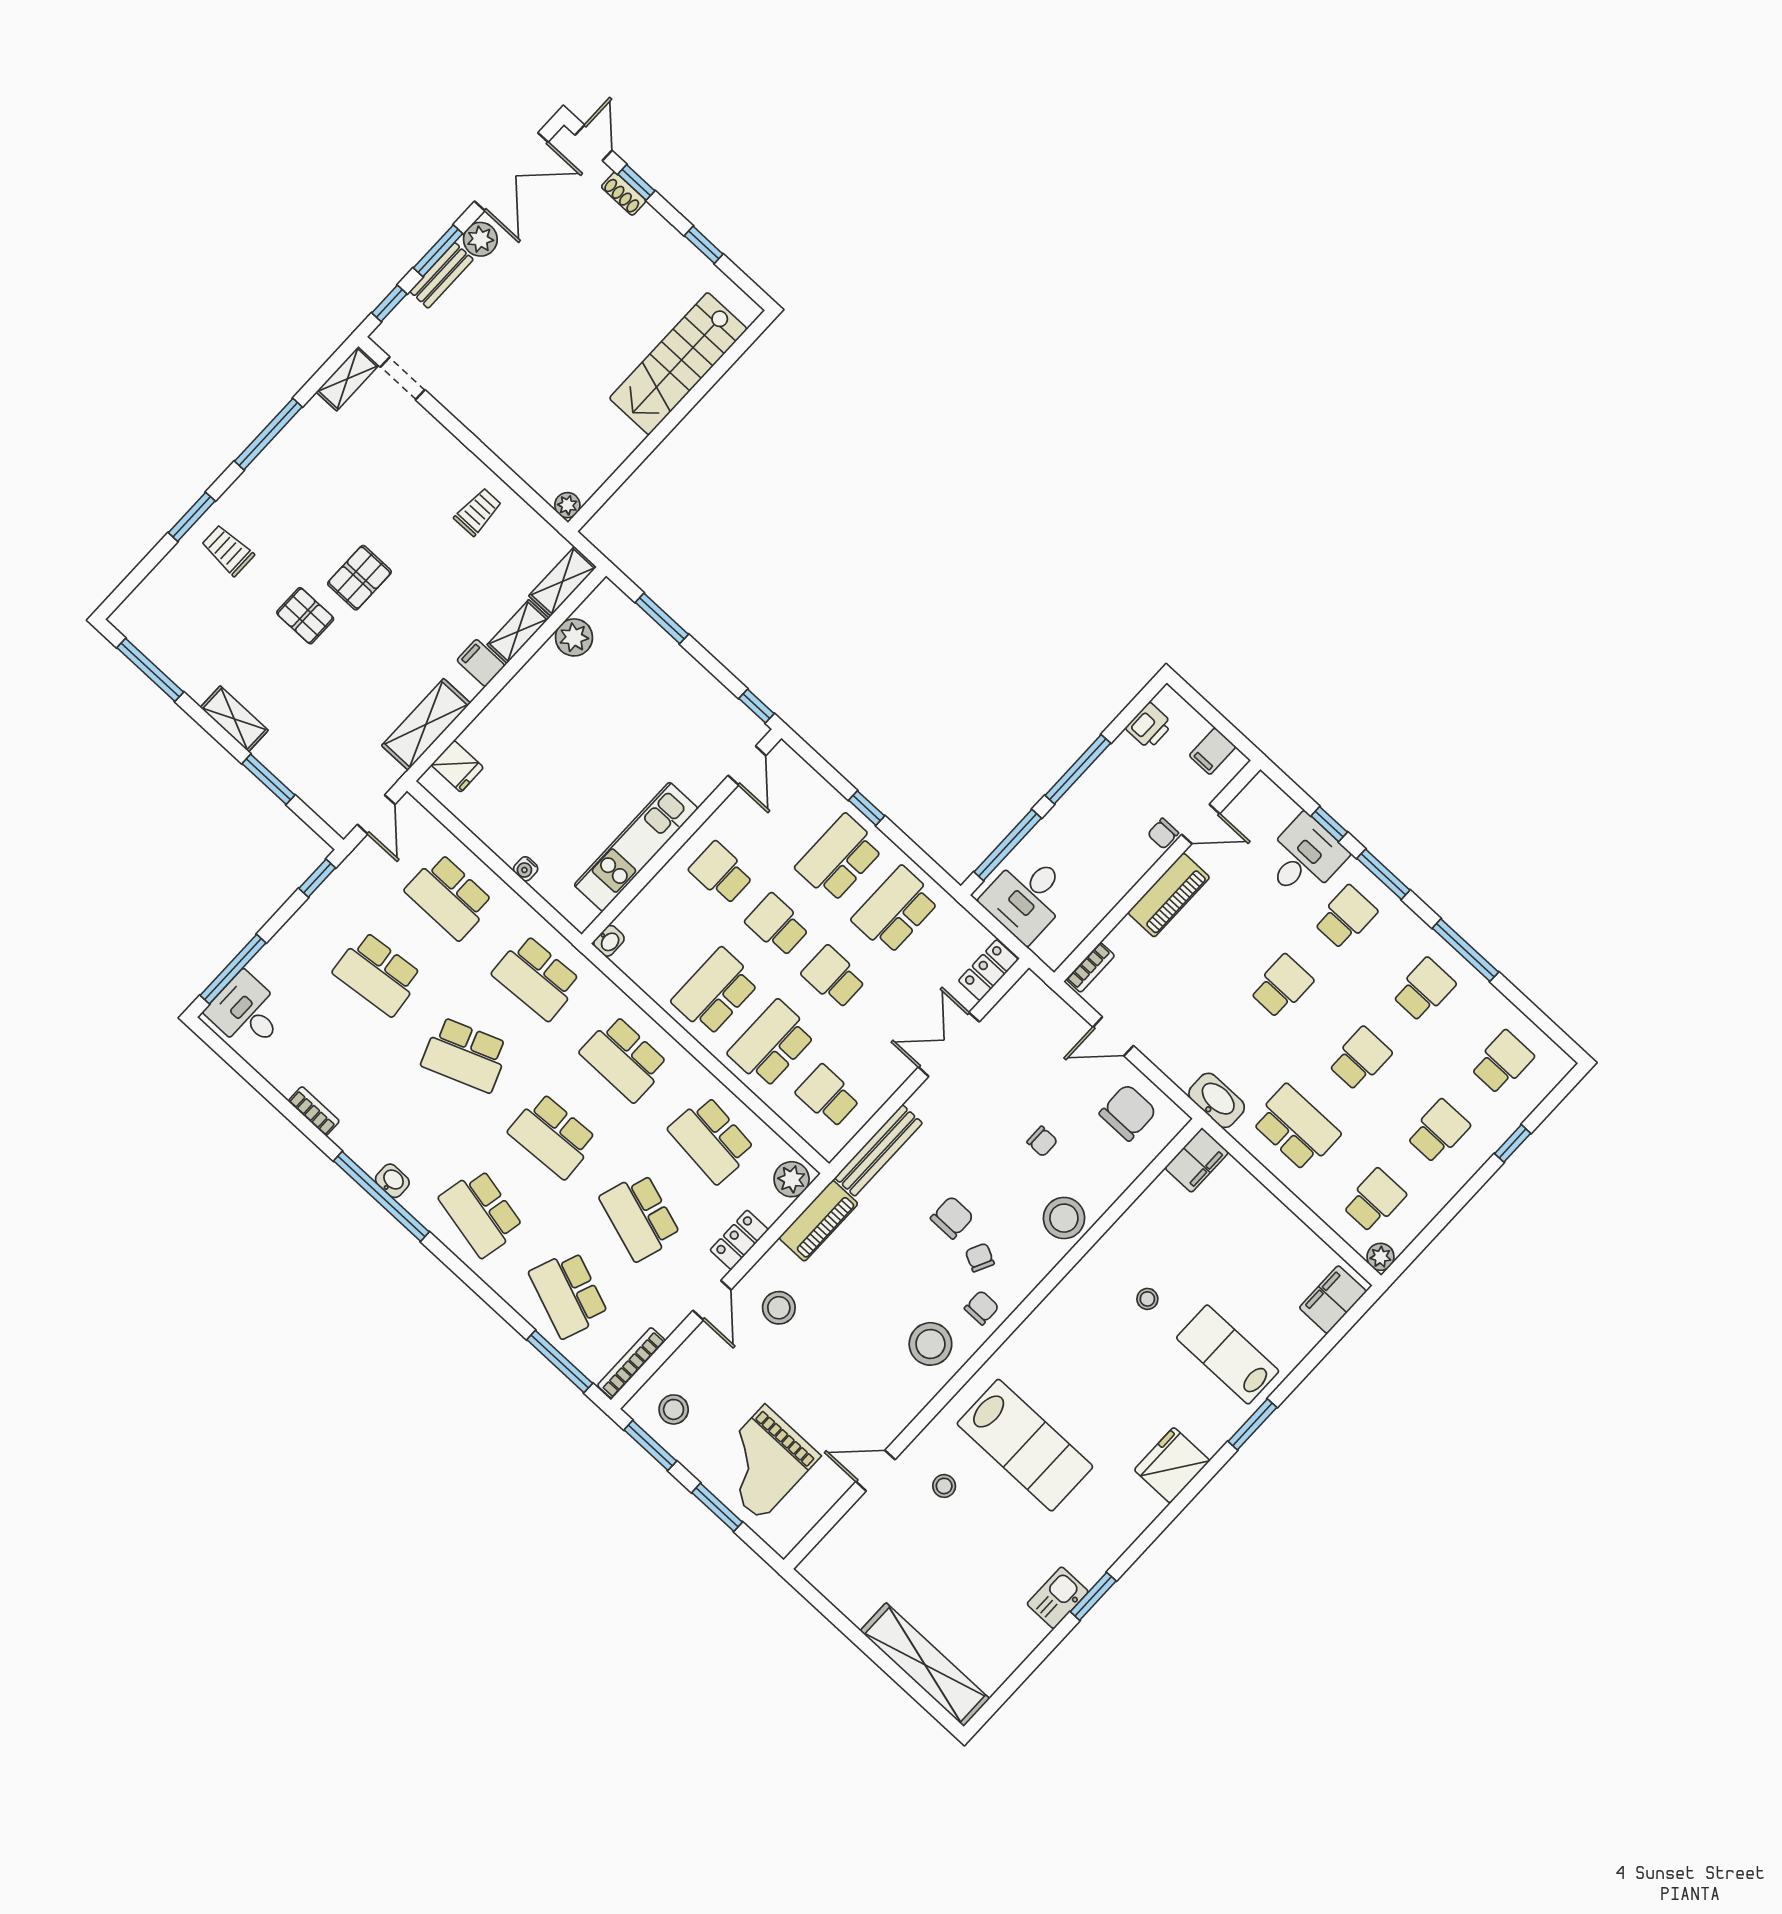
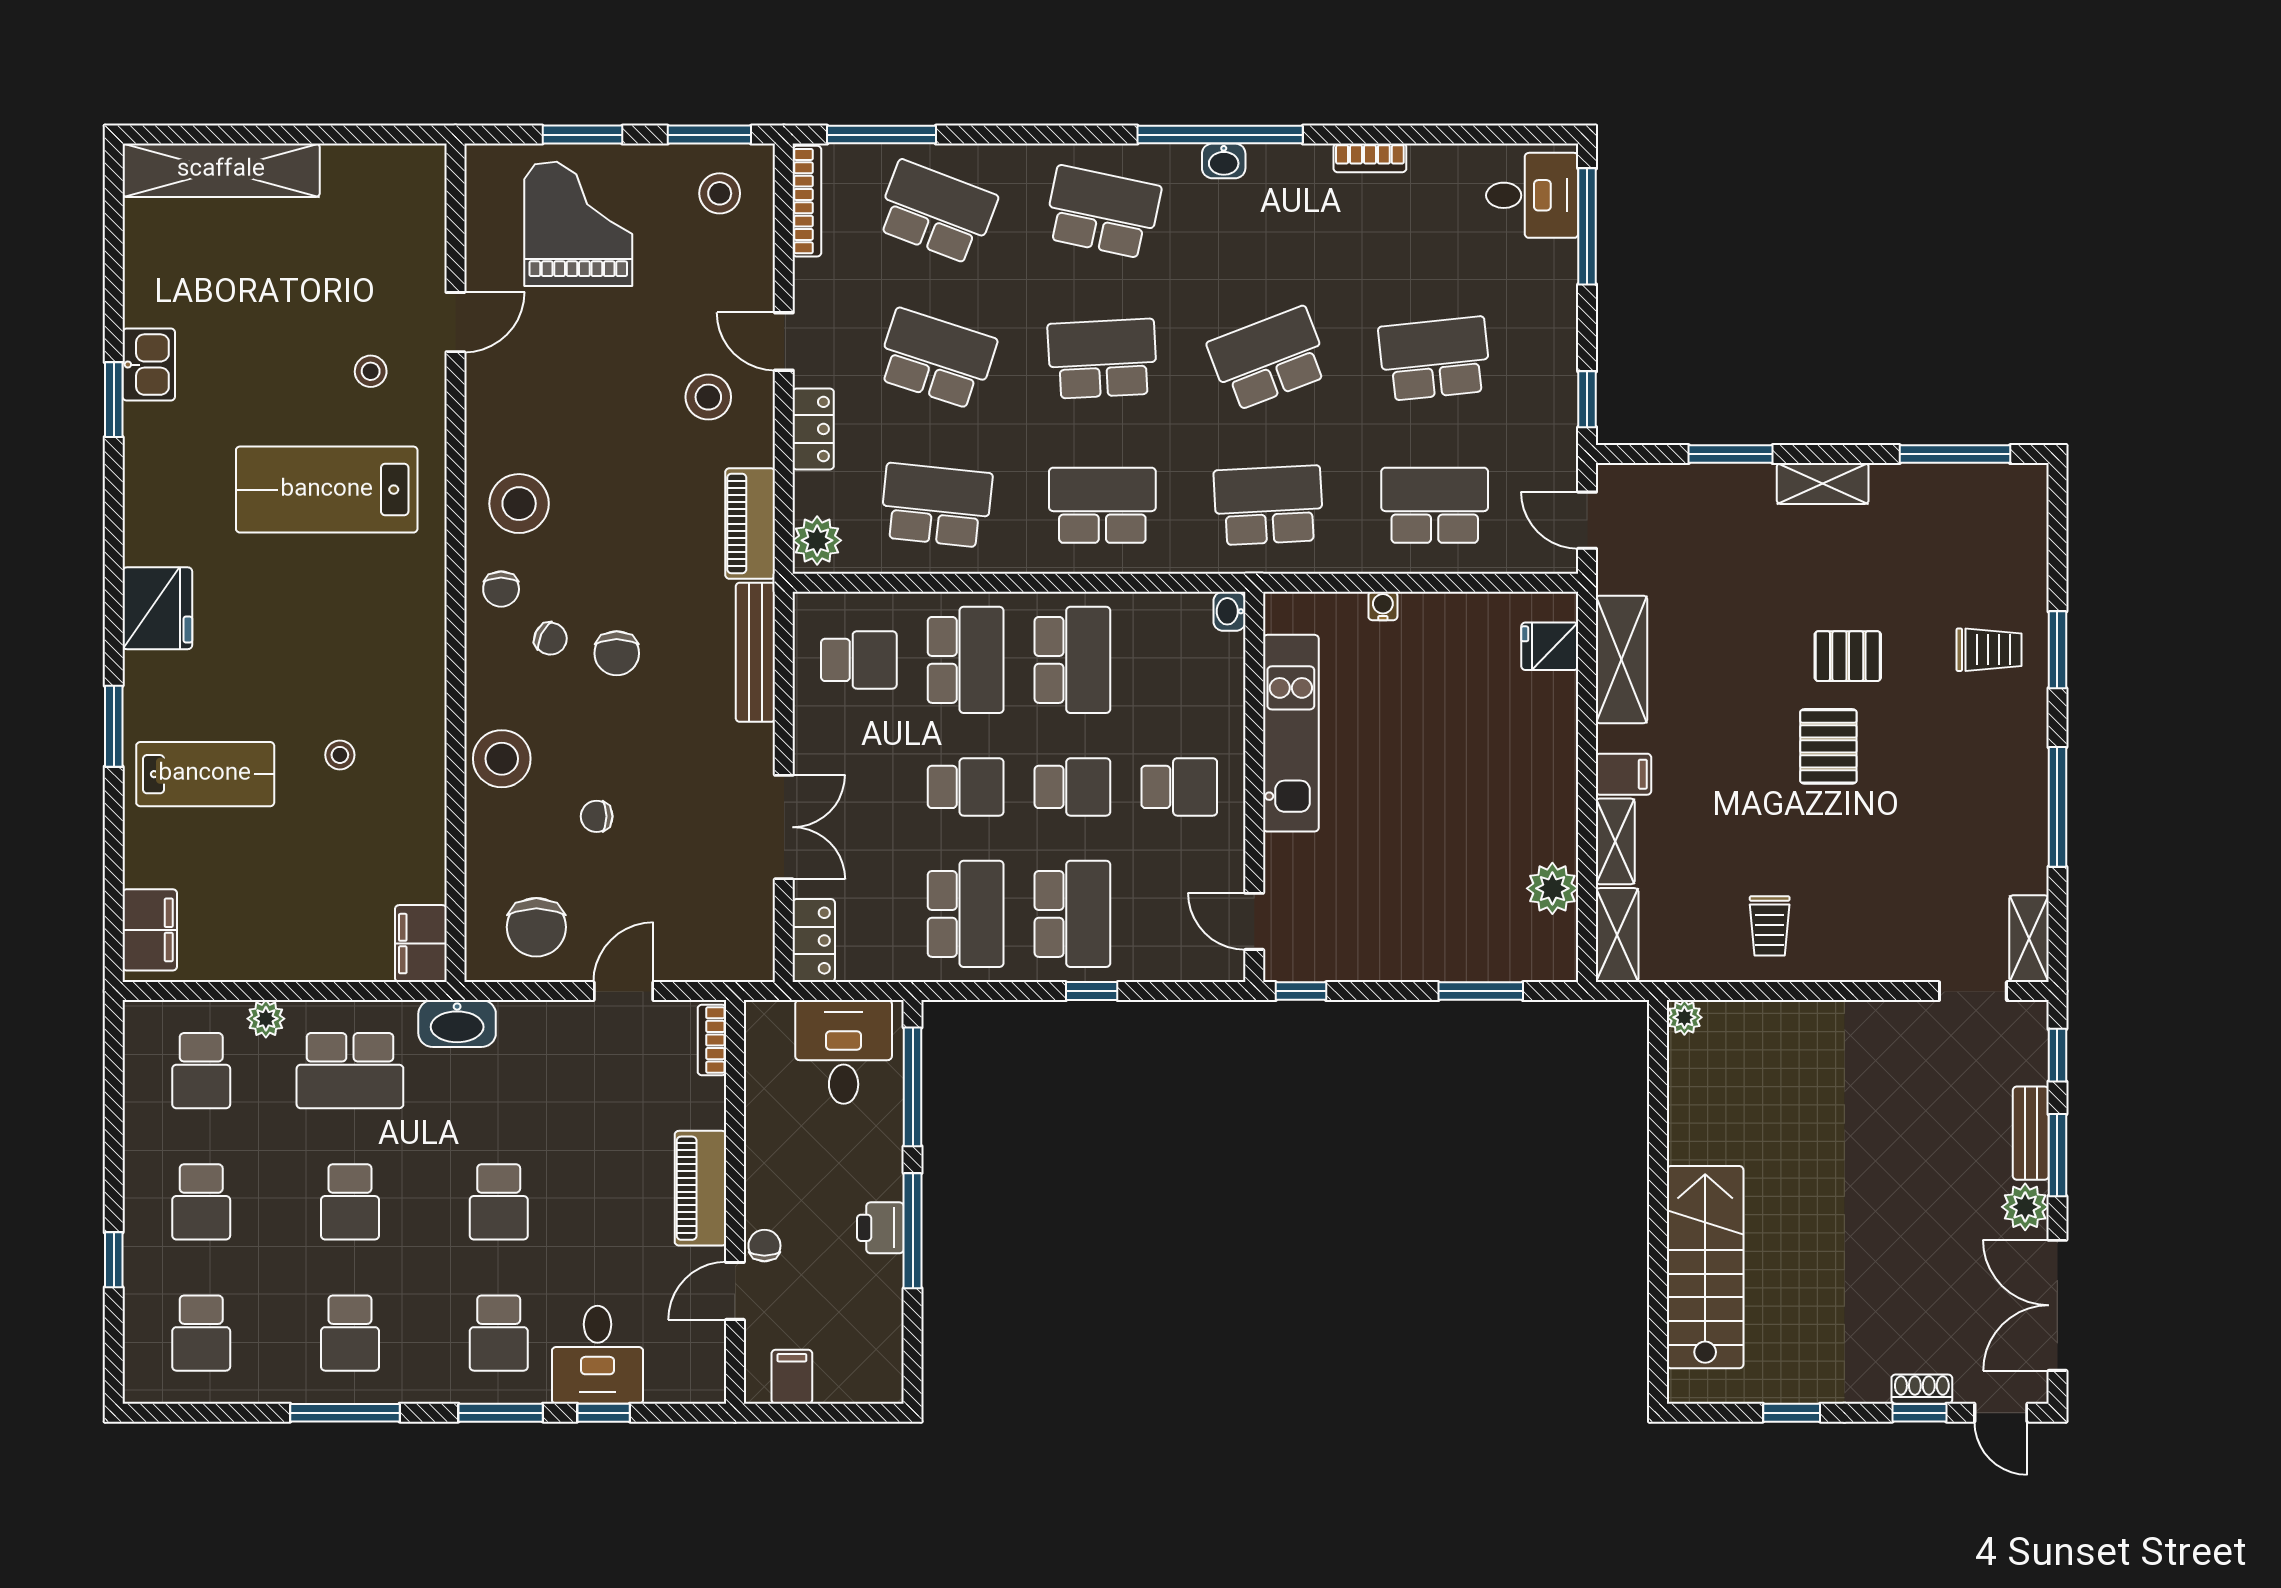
printer: (1149, 726) -> (880, 1228), moved
plant: (1381, 1257) -> (266, 1019), moved

